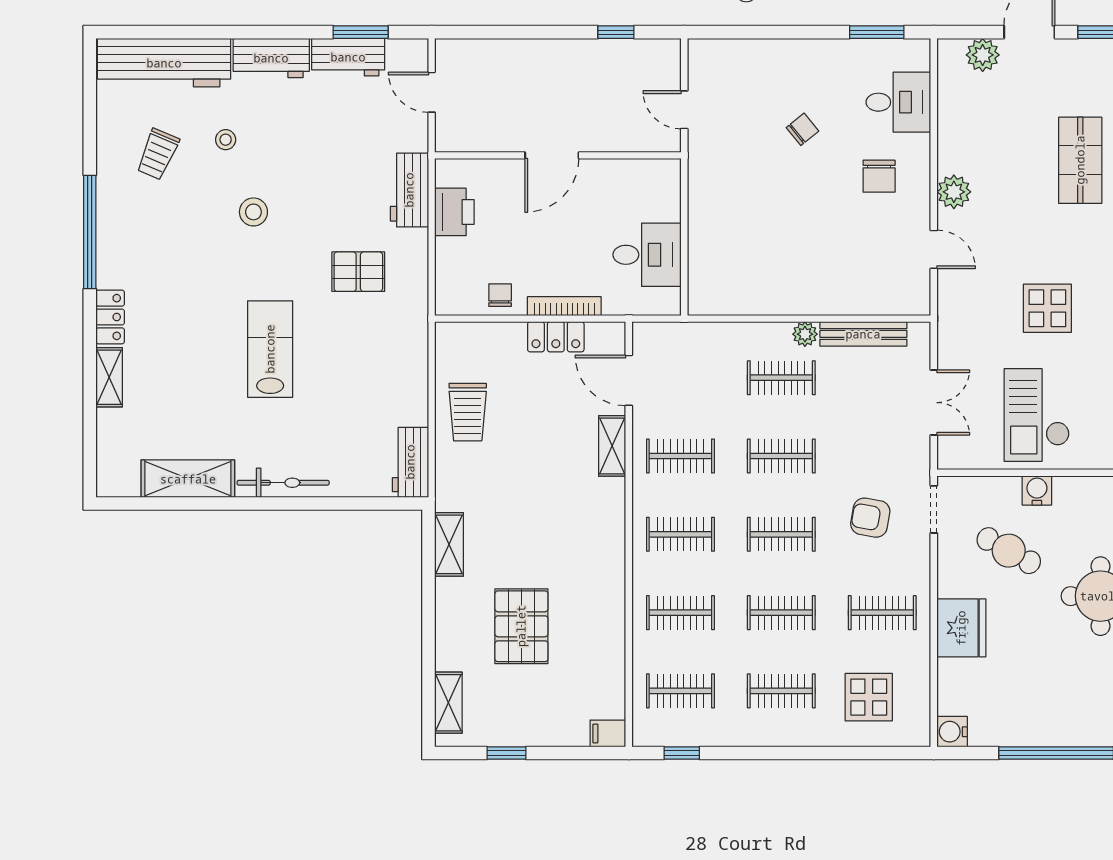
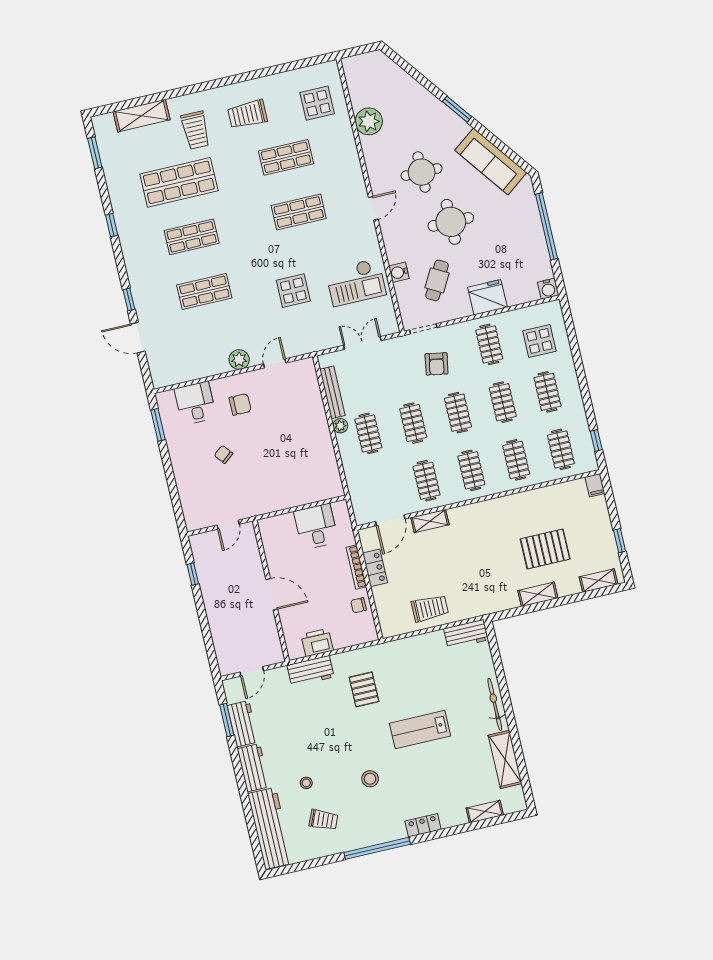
plant: (983, 55) -> (157, 361), removed
stool: (253, 212) -> (370, 779), moved
shelving: (109, 377) -> (485, 812), moved
shelving: (449, 544) -> (538, 594), moved

